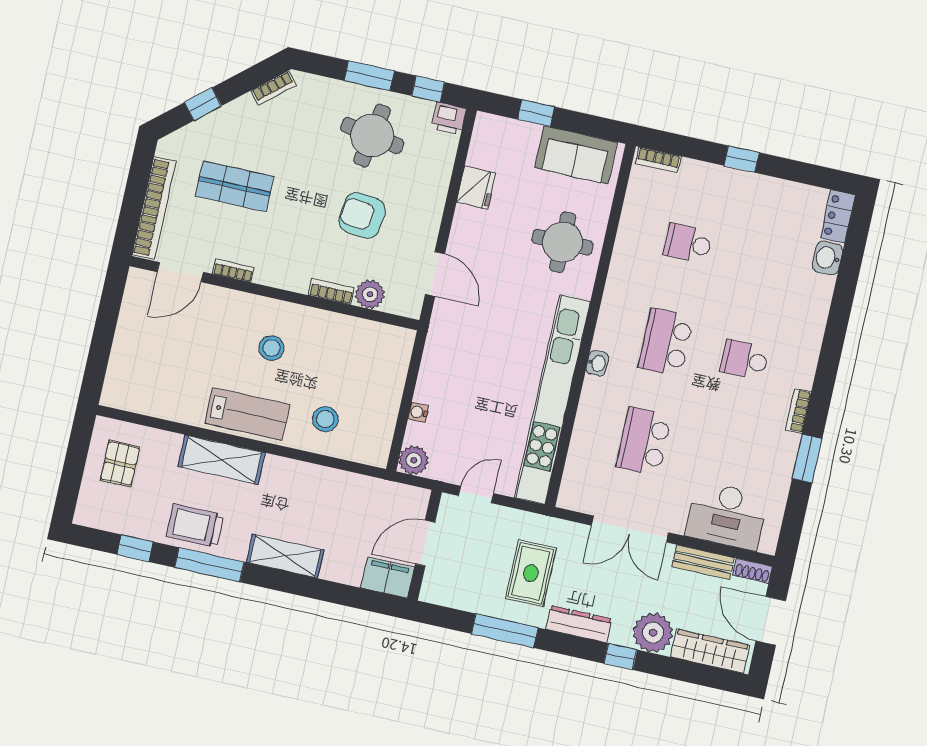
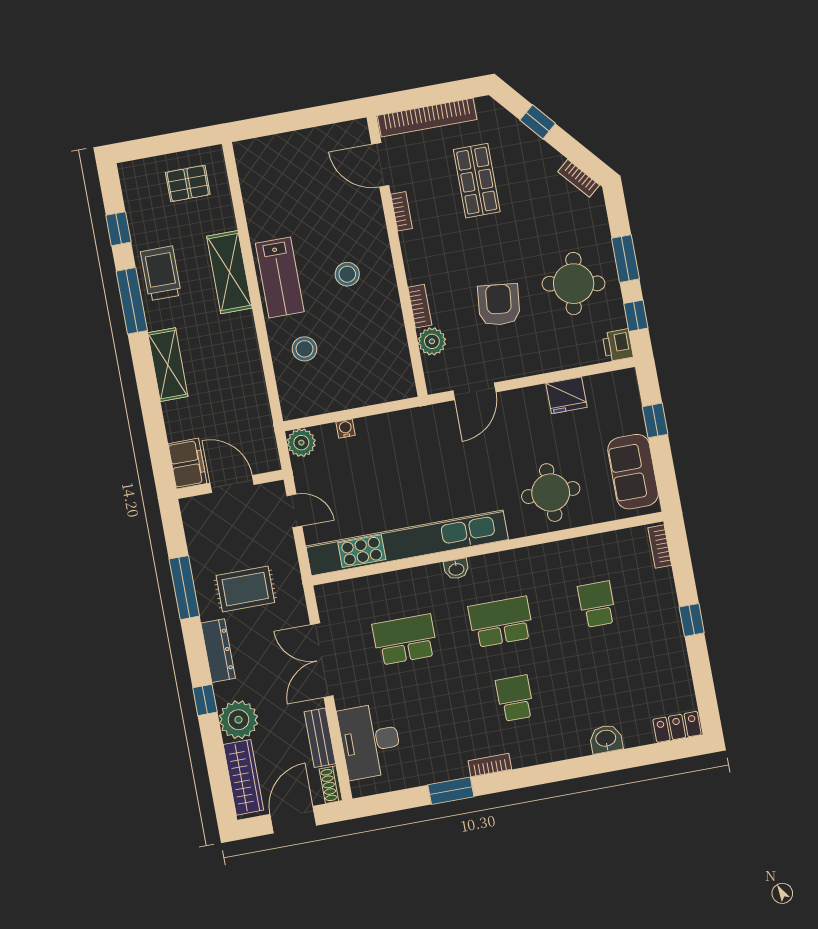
washbasin: (827, 258) -> (606, 739), moved

